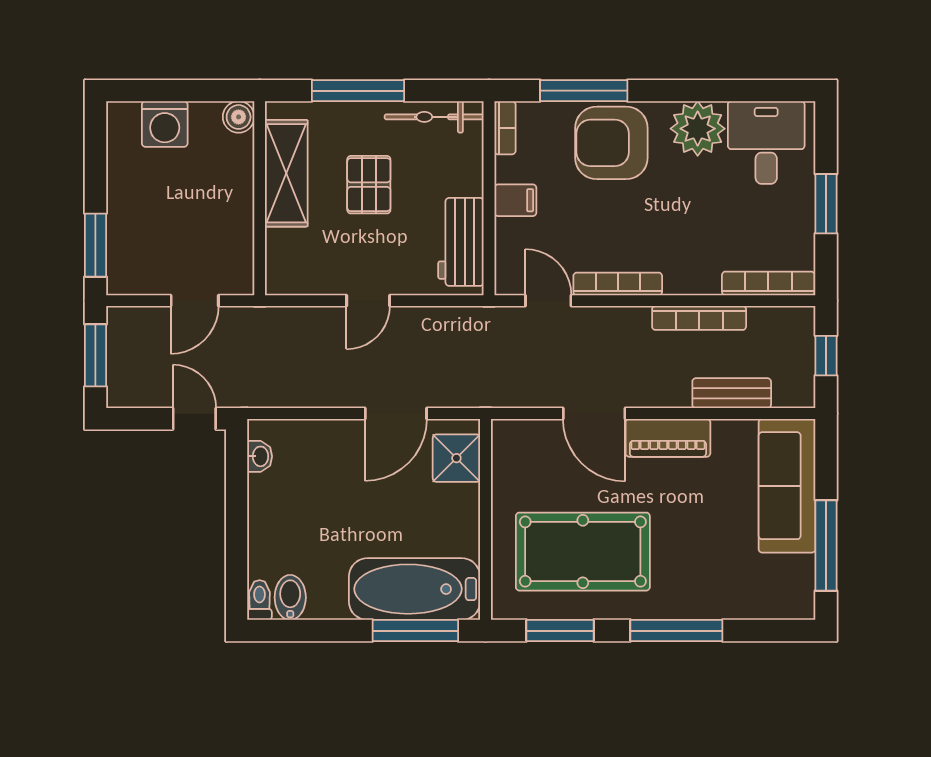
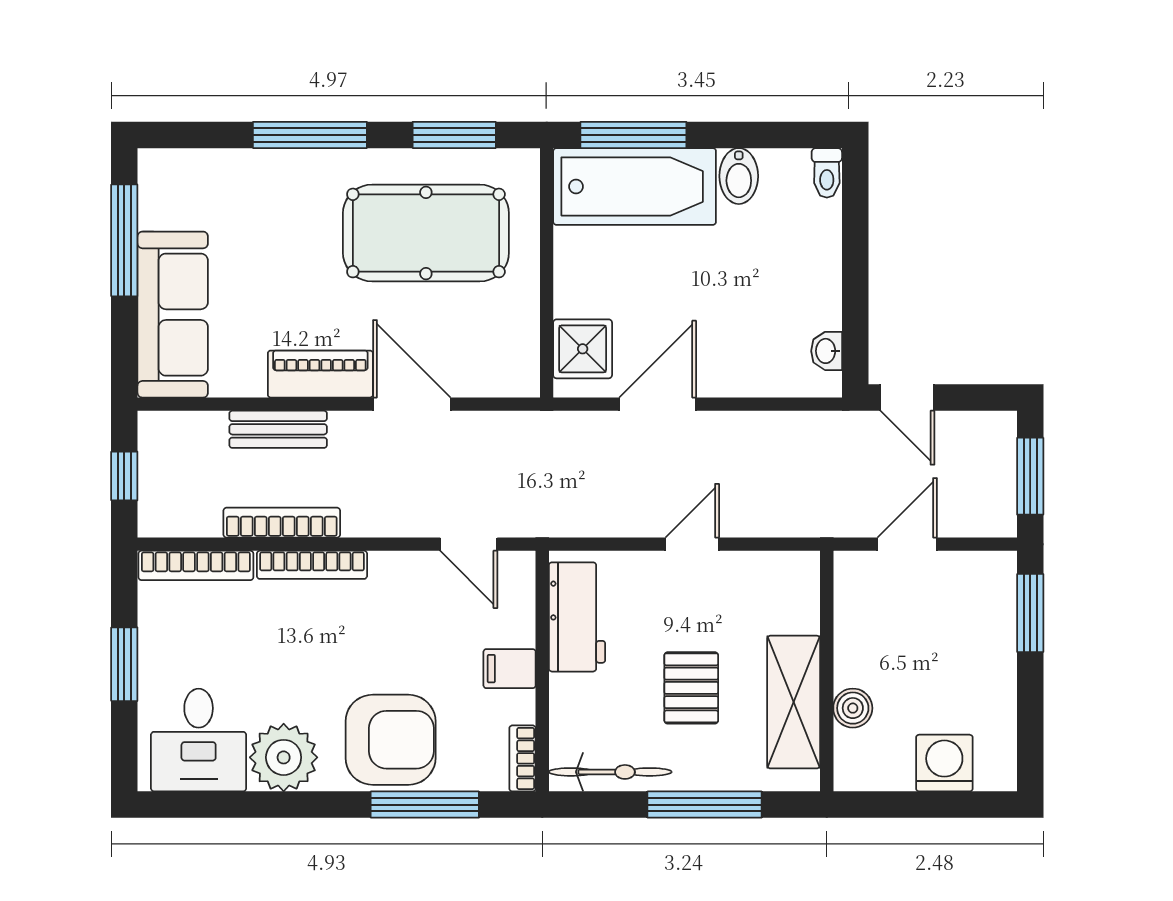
boiler: (239, 117) -> (853, 708), moved
bookcase: (618, 284) -> (312, 565), moved
bench: (732, 393) -> (278, 429), moved
bidet: (290, 597) -> (739, 176), moved

